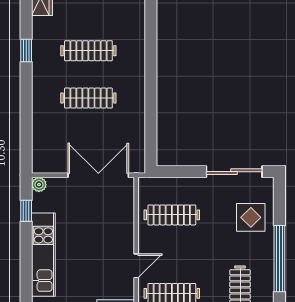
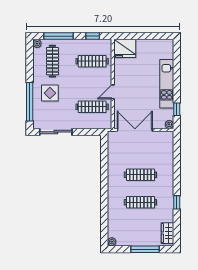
double door: (98, 175) -> (135, 130), swing flipped
display table: (251, 217) -> (50, 93), moved
window: (279, 259) -> (30, 102), moved
door: (136, 266) -> (113, 92), moved

